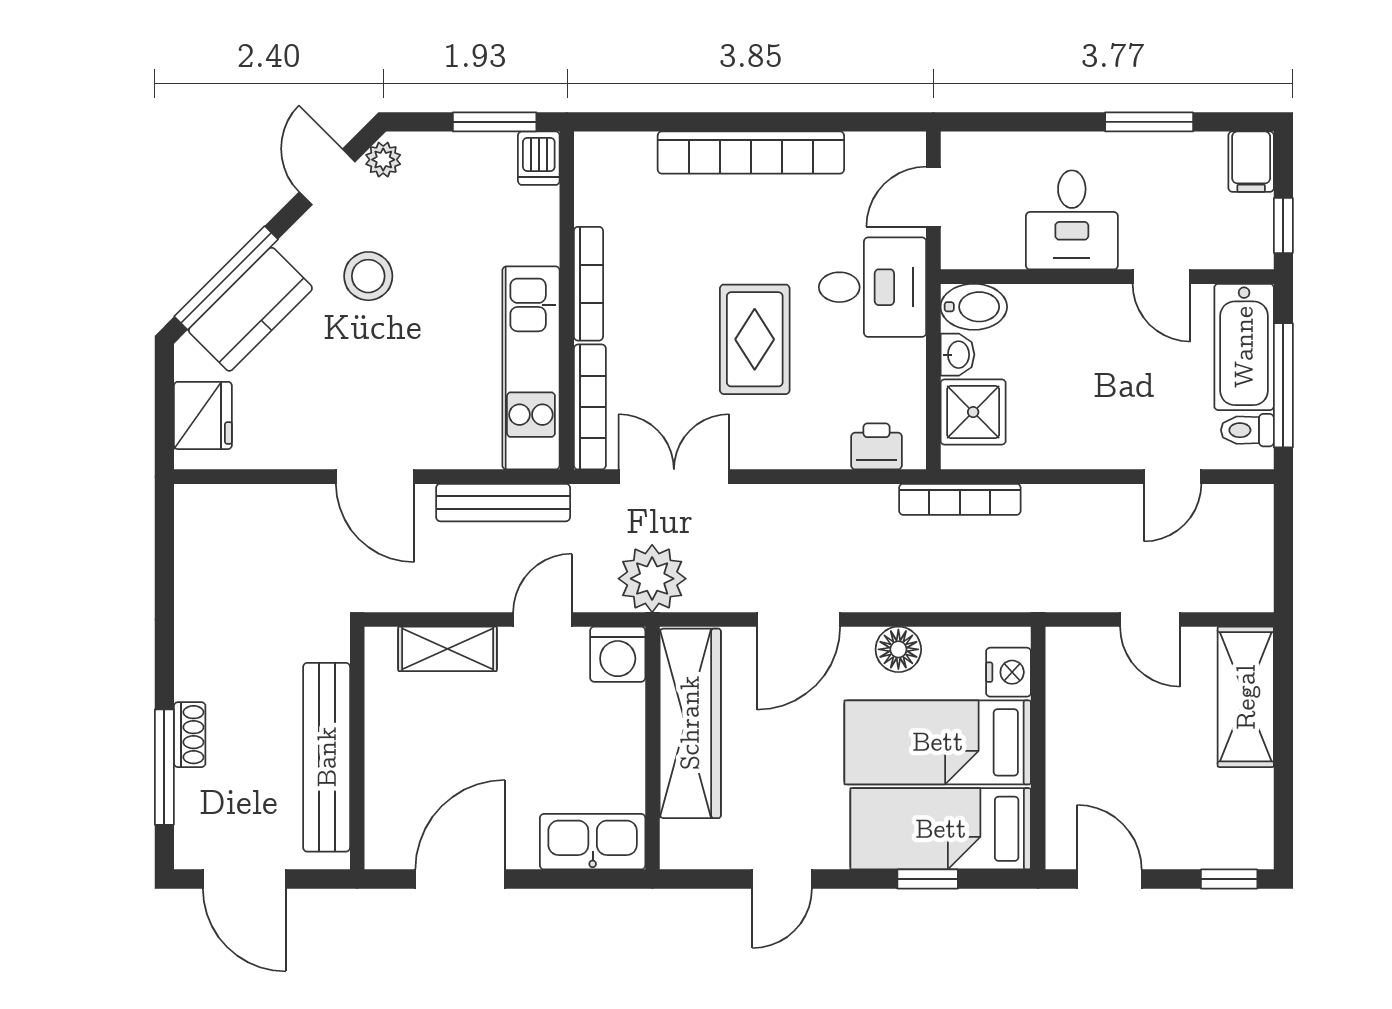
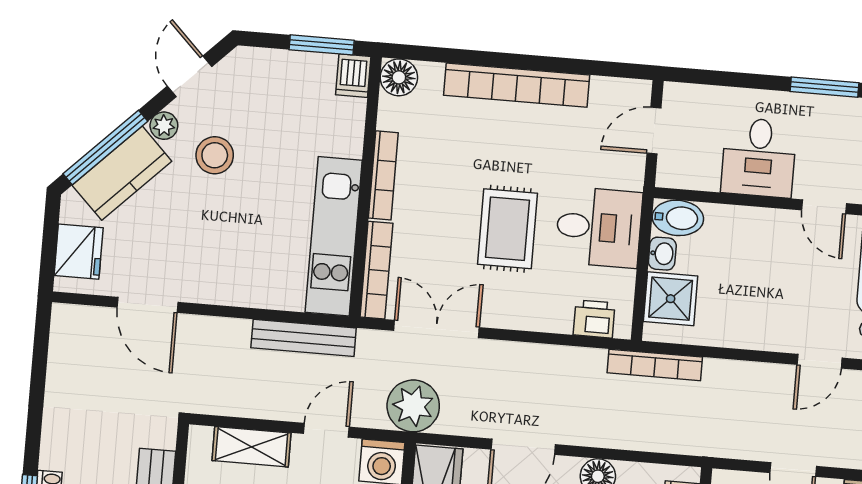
floor lamp: (598, 155) -> (399, 77), added
plant: (383, 160) -> (164, 126), moved
desk: (873, 287) -> (599, 227), moved
door: (375, 477) -> (148, 305), moved

